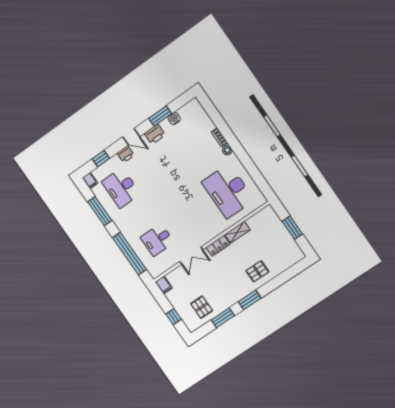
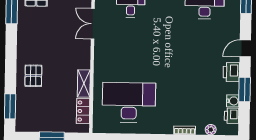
plant: (227, 150) -> (211, 130), moved
printer: (126, 154) -> (232, 116), moved
locker: (218, 246) -> (83, 111), moved
window: (250, 300) -> (10, 106), moved

